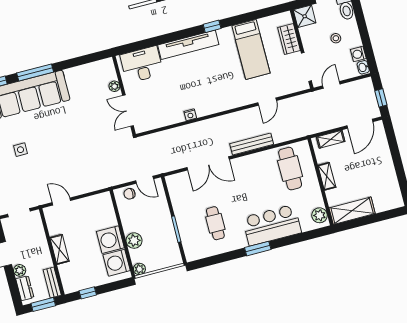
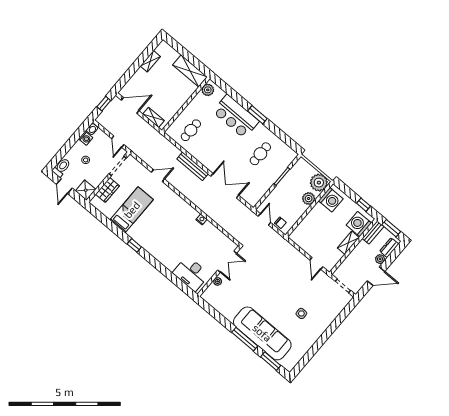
tv unit: (188, 45) -> (157, 253), removed
door: (331, 85) -> (118, 142), hinge flipped
cafe table: (290, 169) -> (191, 130), width x0.73, depth x0.74
shelving: (327, 176) -> (150, 61), moved
washing machine: (110, 240) -> (359, 224), moved, turned 180
plant: (139, 269) -> (319, 183), width x1.88, depth x1.88

